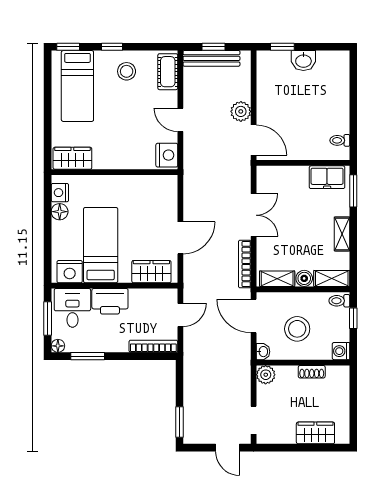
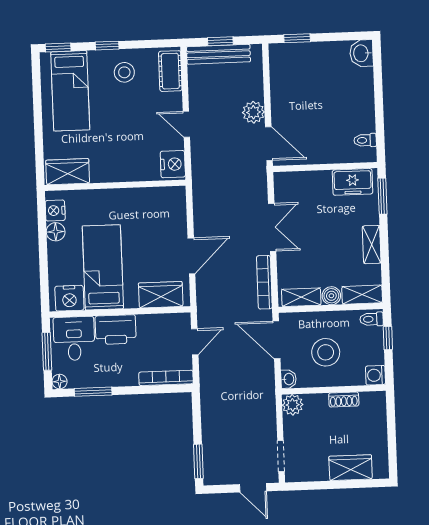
washbasin: (303, 61) -> (362, 53), moved, turned 90

